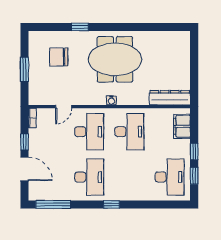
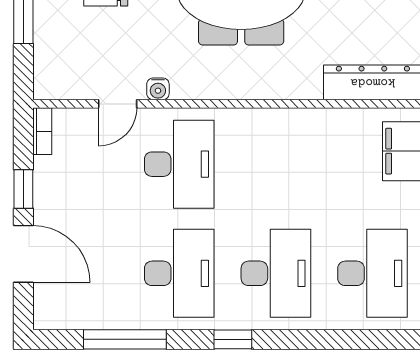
water cooler: (111, 100) -> (158, 89), moved
desk: (129, 132) -> (276, 273), moved
window: (53, 204) -> (125, 339), moved

